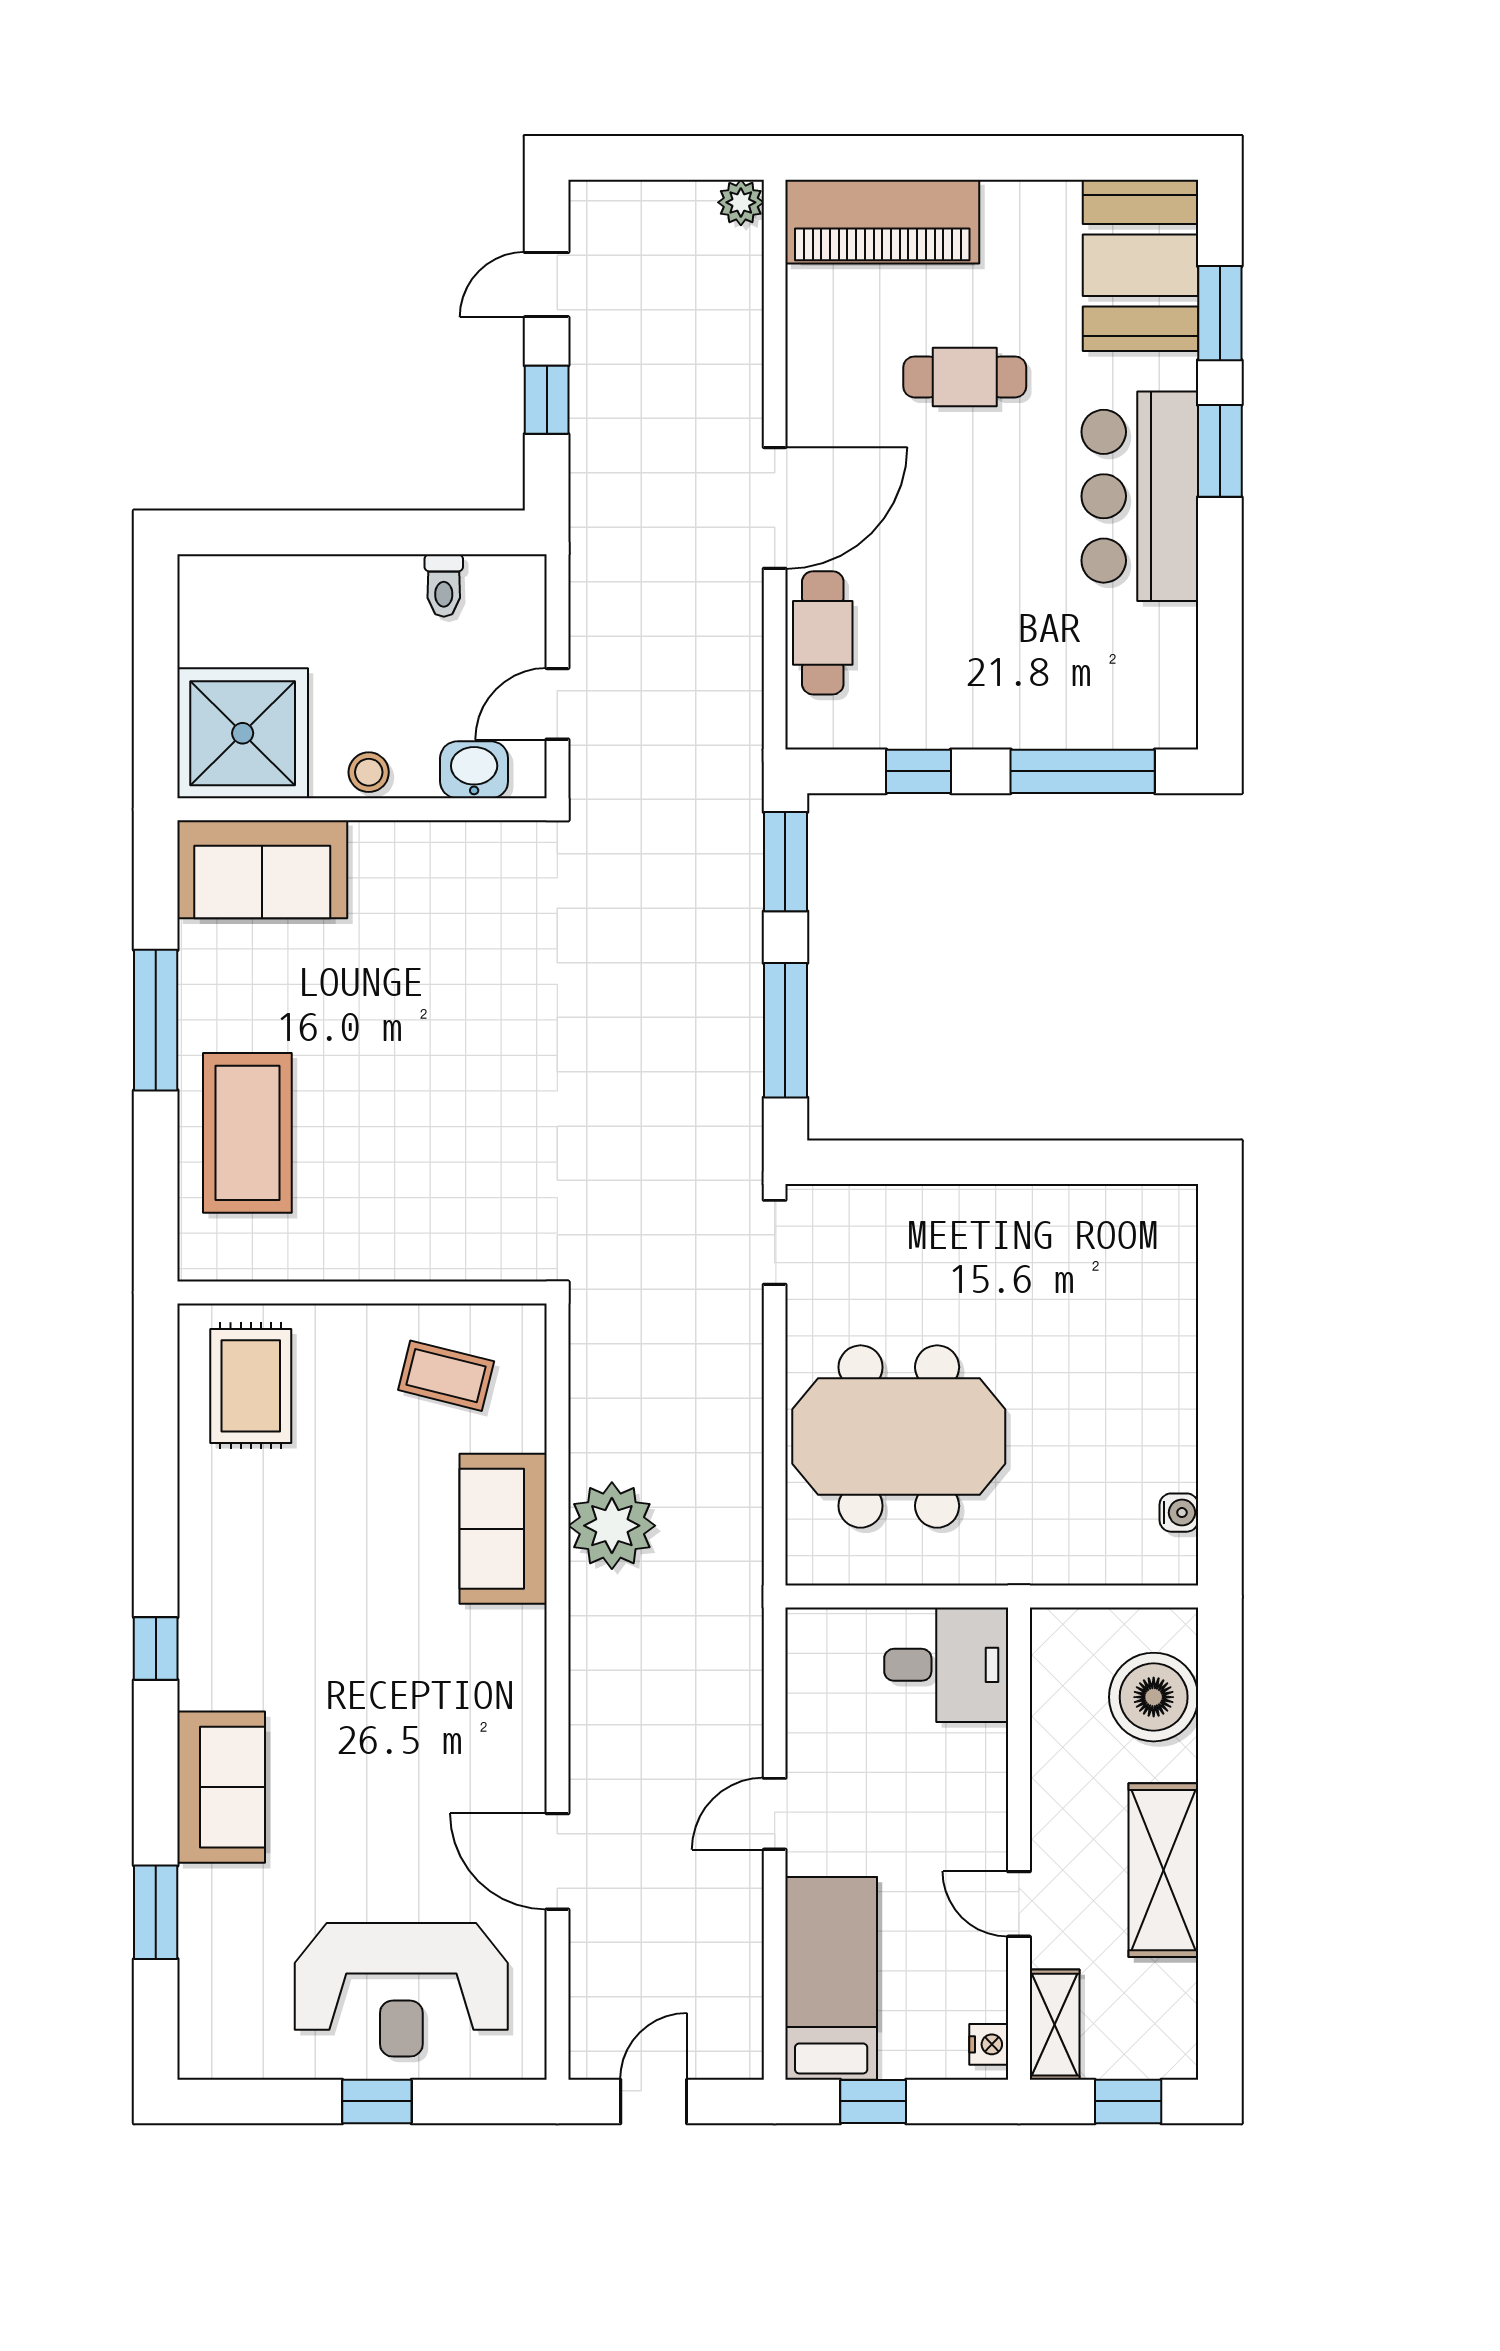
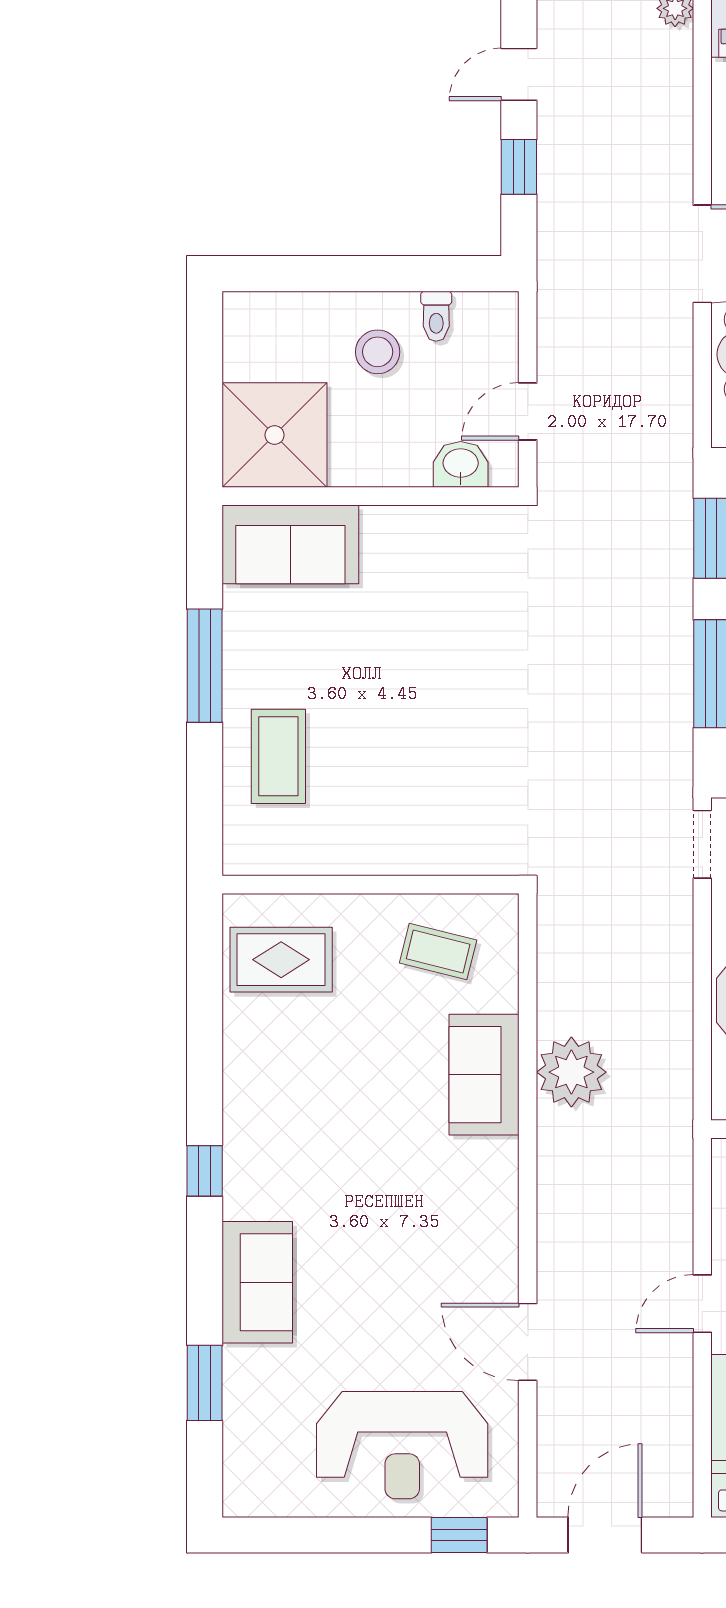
stool: (369, 772) -> (378, 352), moved, width x1.37, depth x1.37
coffee table: (247, 1133) -> (278, 756), width x0.73, depth x0.76
rug: (251, 1386) -> (281, 960), turned 90
window: (377, 2101) -> (459, 1535), moved
door: (654, 2101) -> (605, 1535), width x1.38

